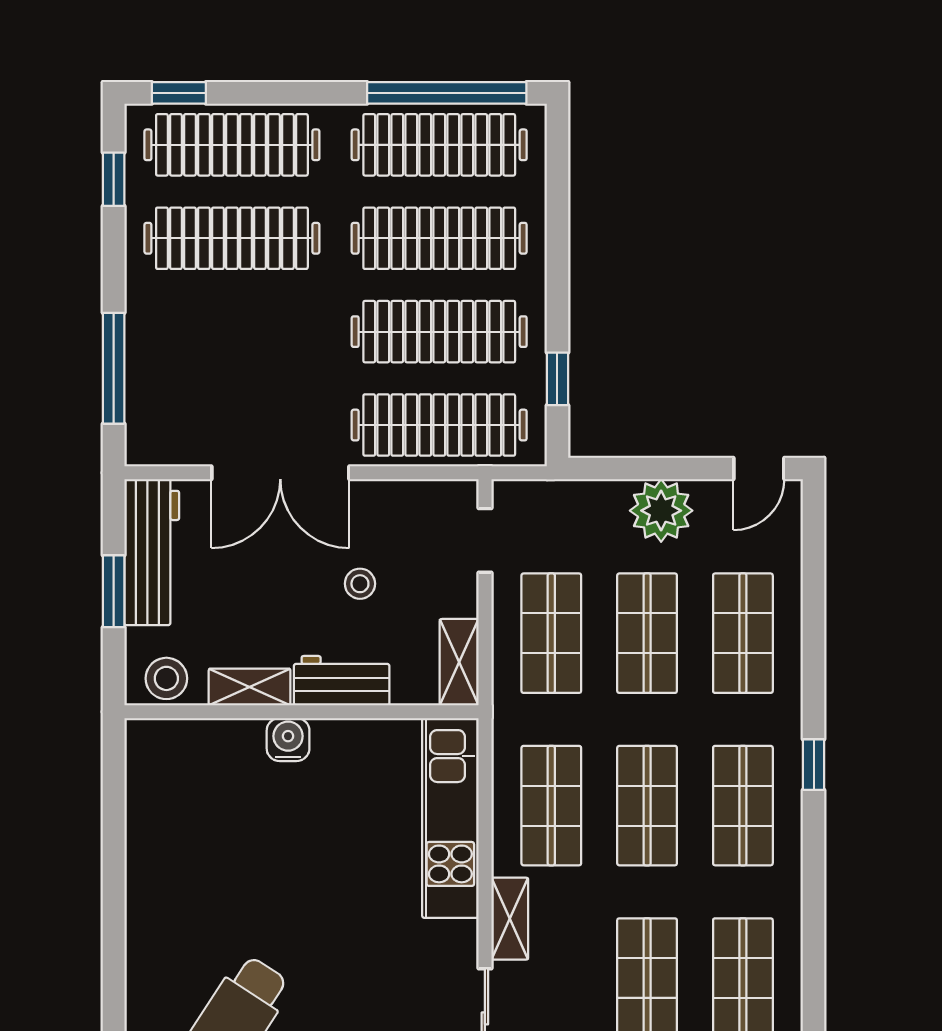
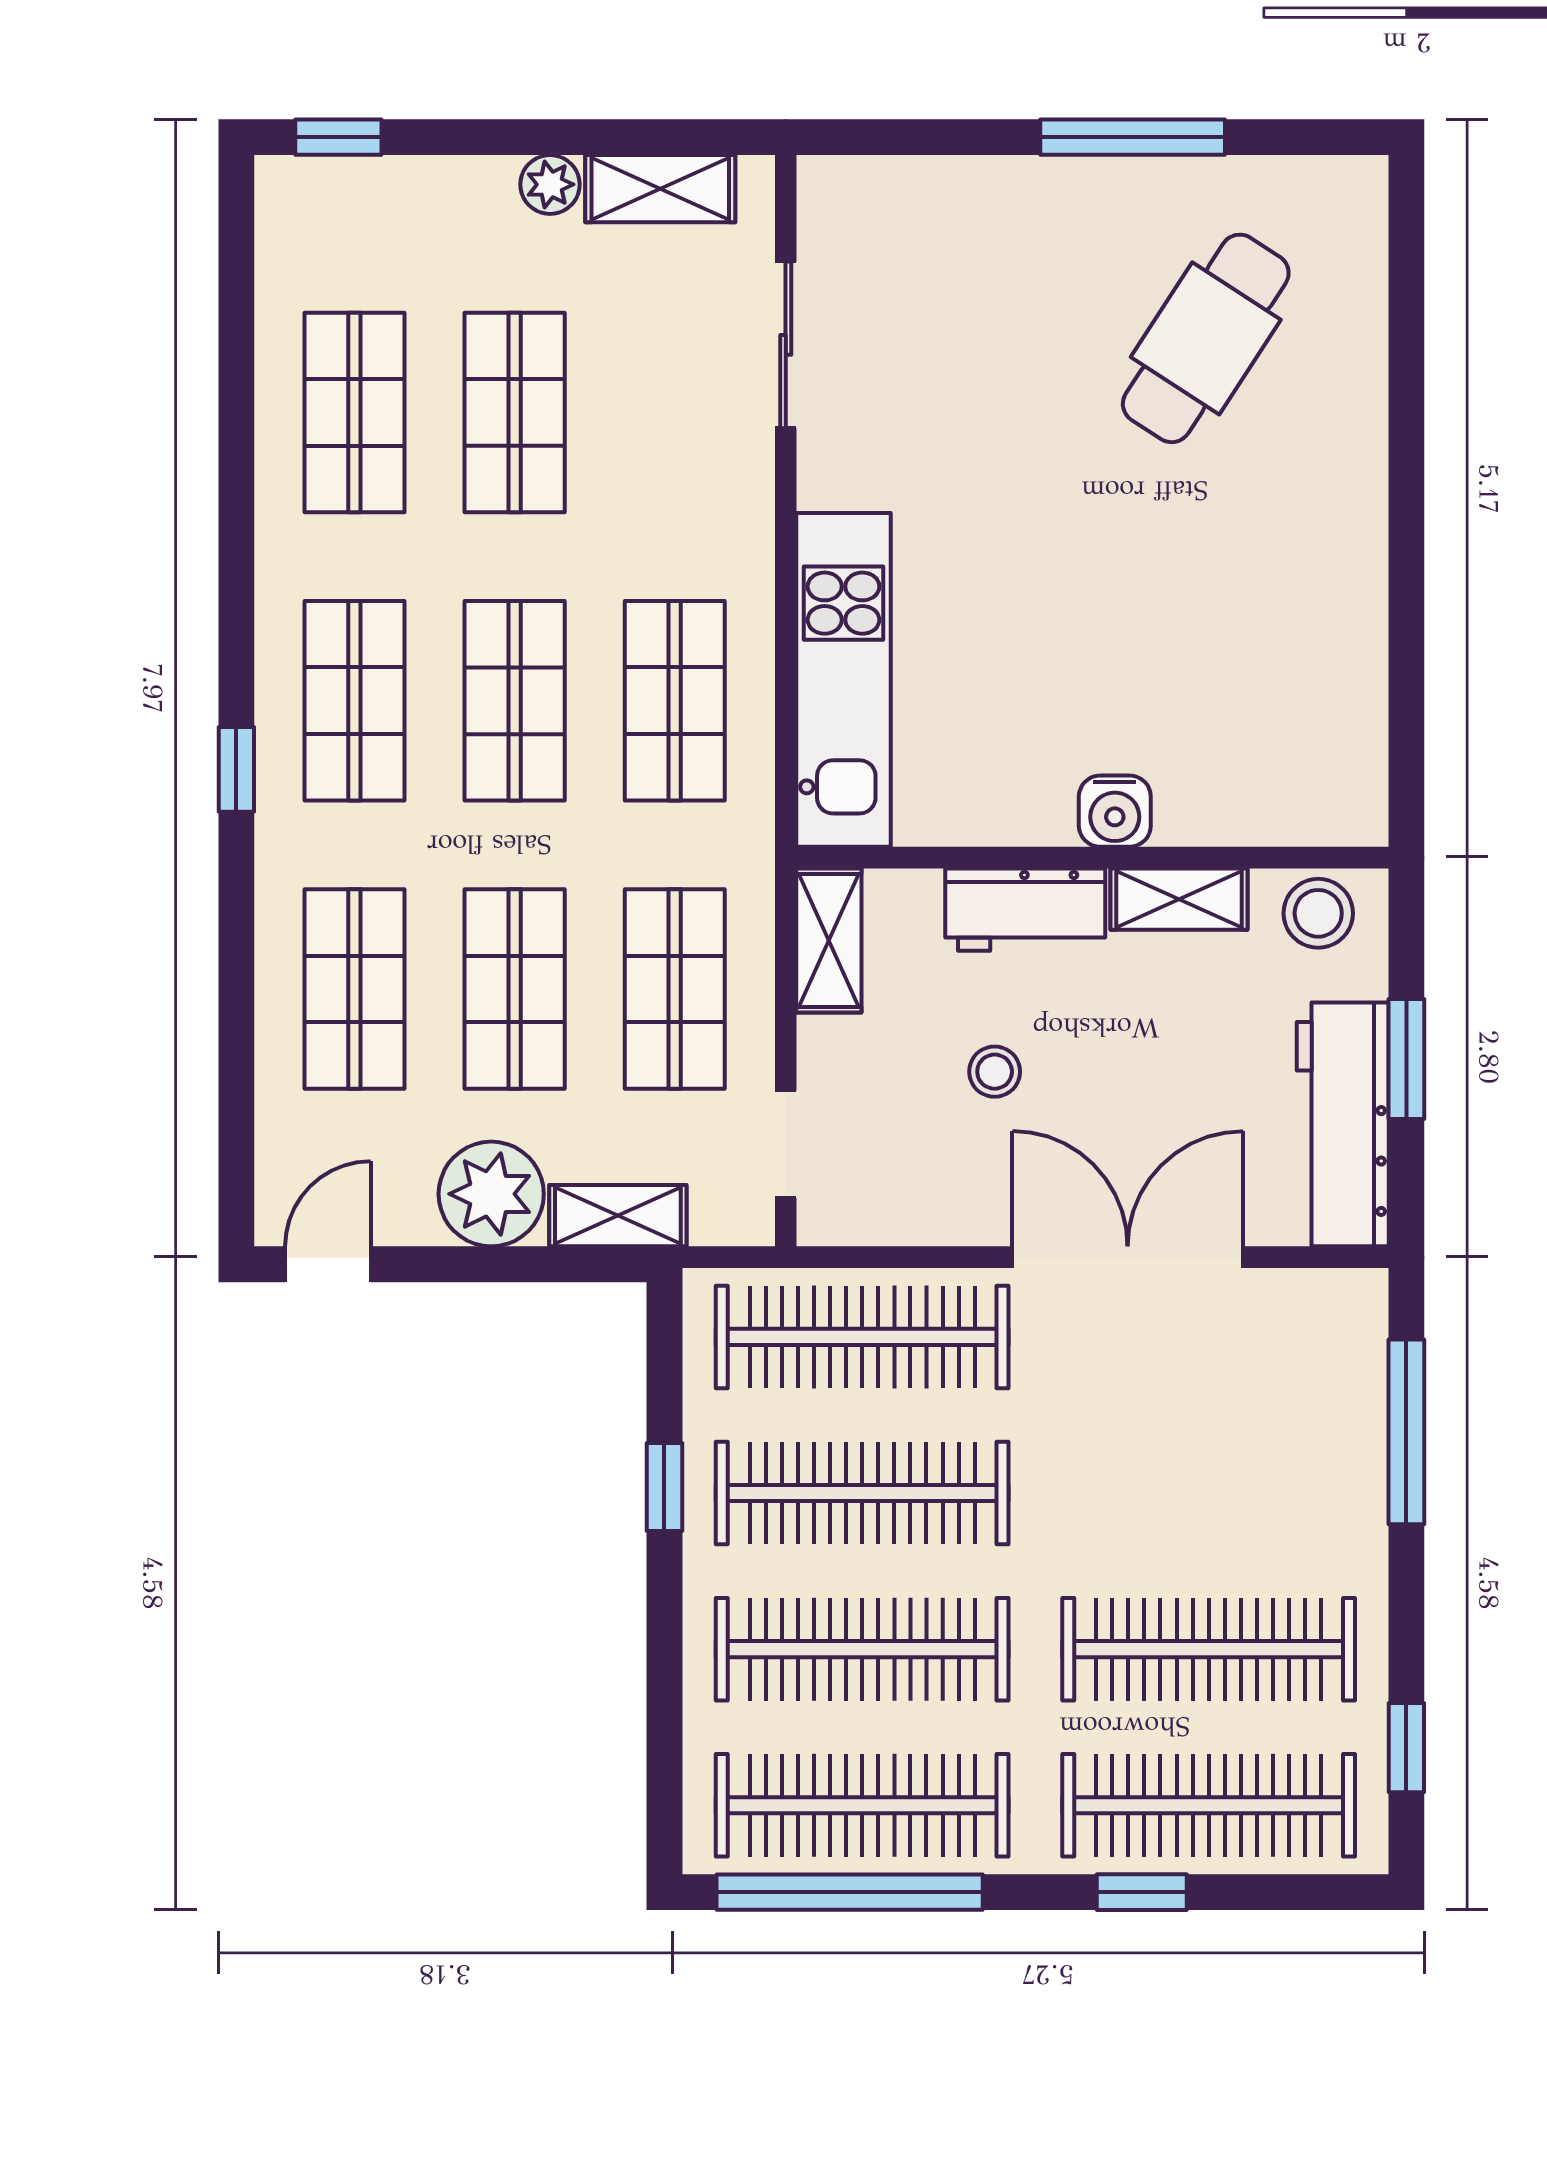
window: (179, 93) -> (1142, 1892), moved
window: (557, 379) -> (664, 1487), moved
shelving: (510, 919) -> (618, 1216), moved, turned 90

